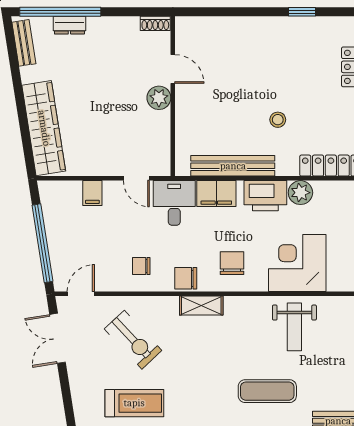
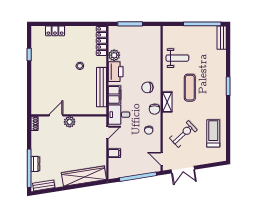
corner desk: (297, 263) -> (147, 57), removed
exercise mat: (267, 391) -> (190, 88), moved

